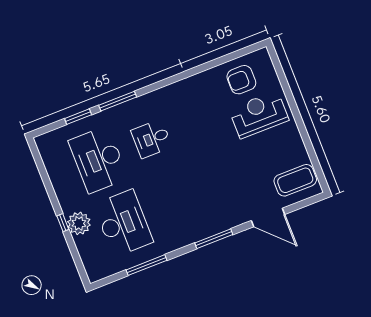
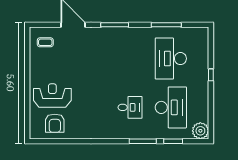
armchair: (241, 80) -> (55, 123), turned 90
reception desk: (259, 115) -> (52, 96), turned 180
coffee table: (295, 180) -> (45, 42), width x0.54, depth x0.58
plant: (79, 223) -> (200, 131), moved

